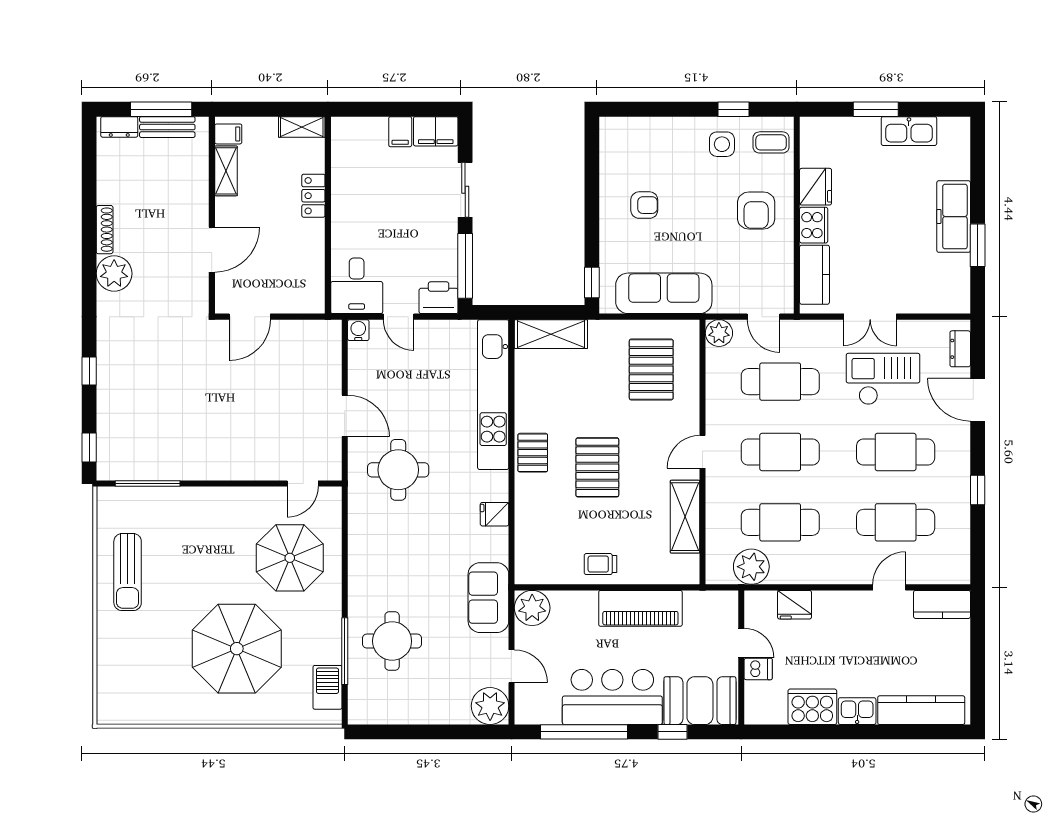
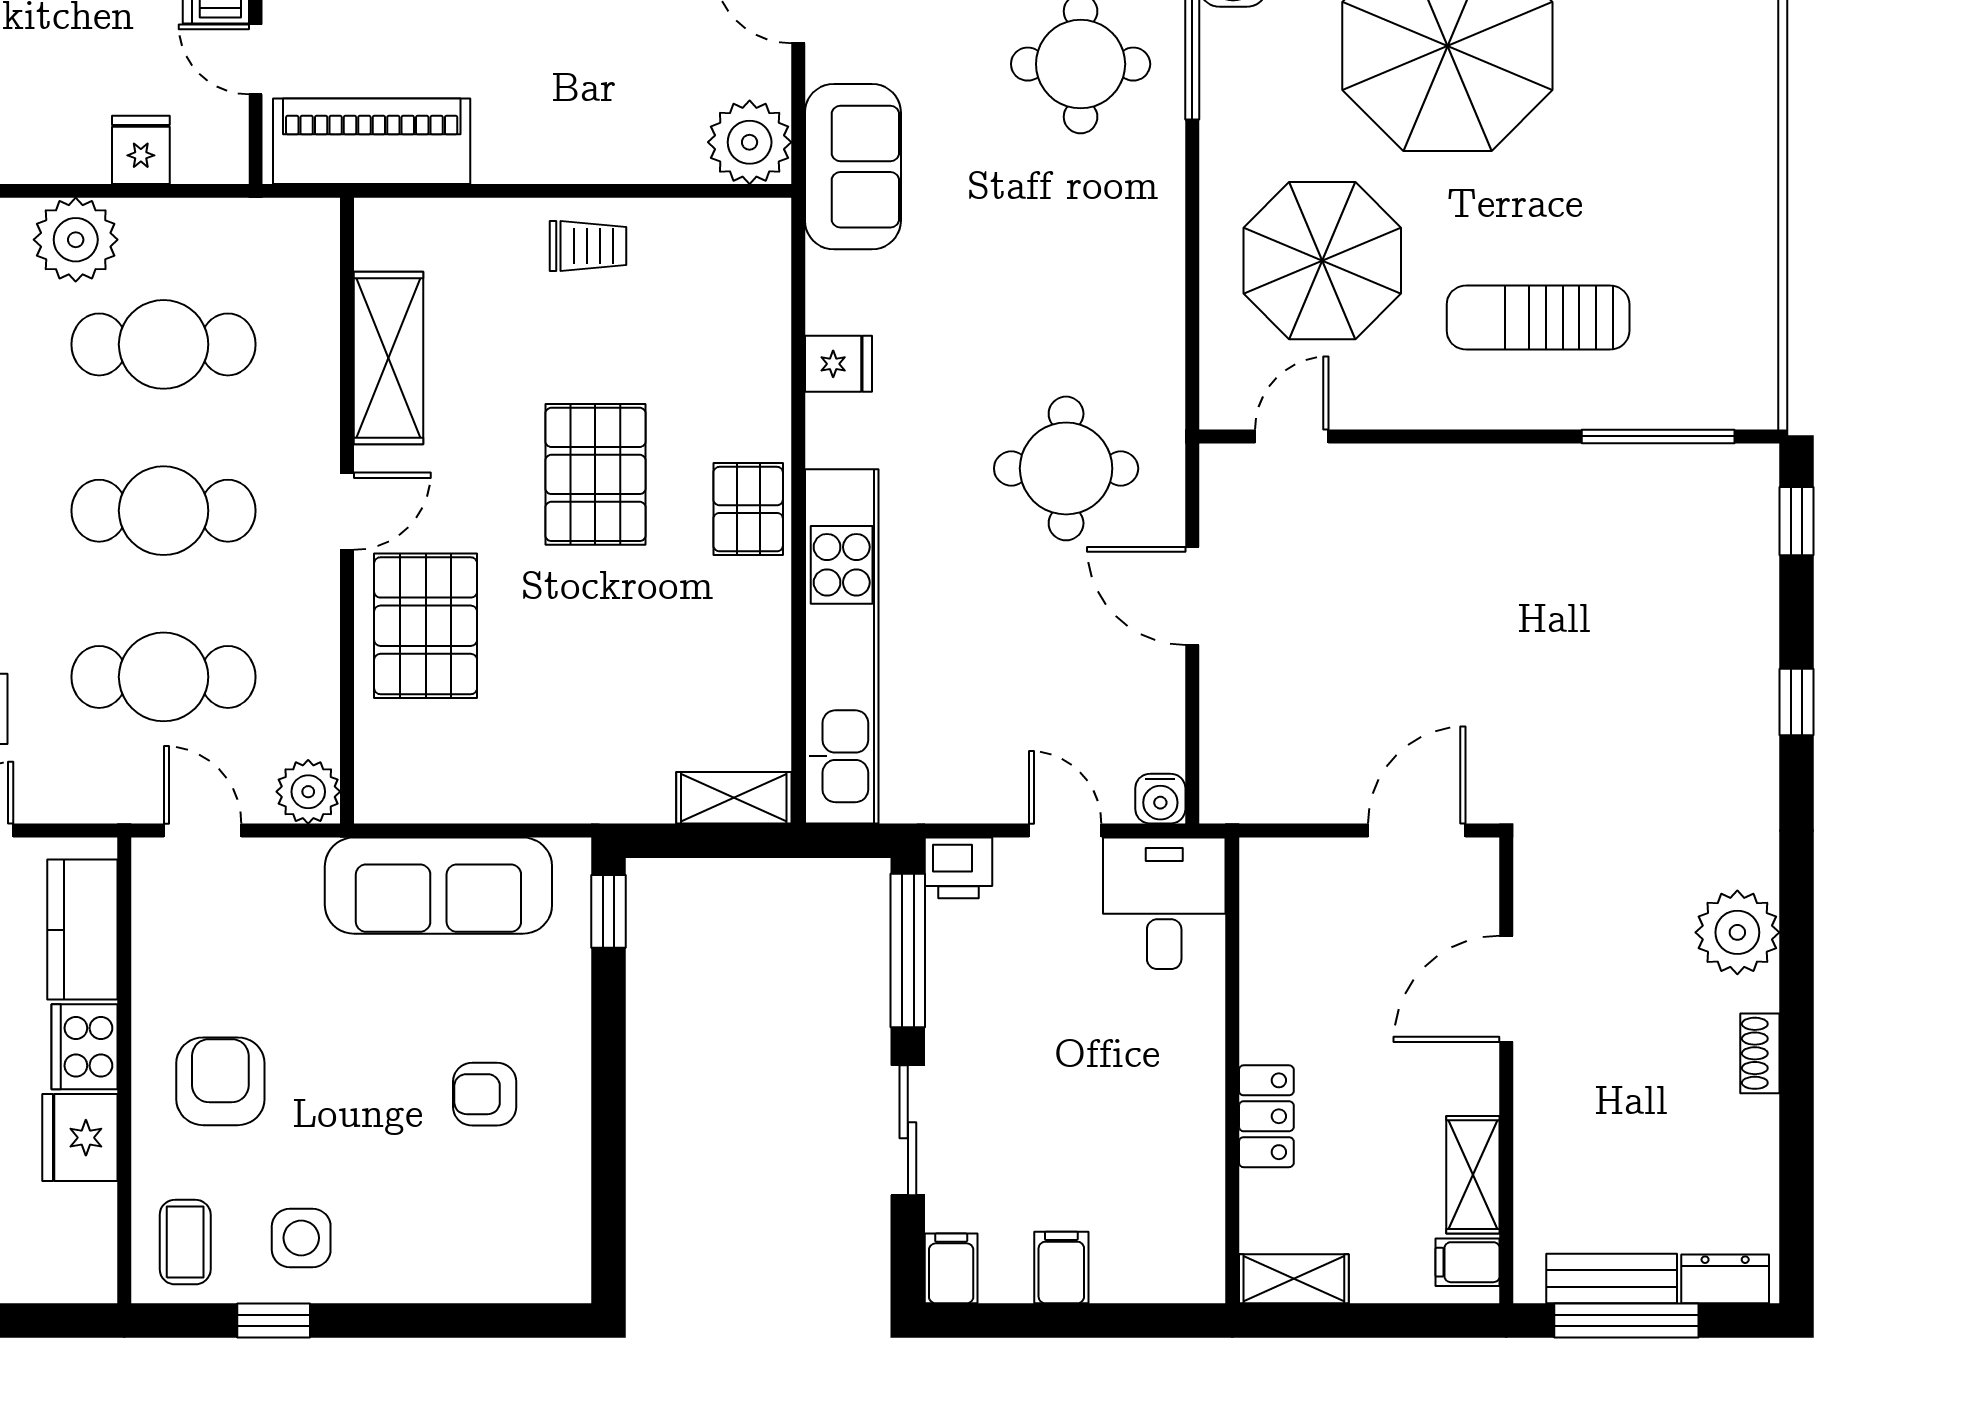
filing cabinet: (436, 131) -> (951, 1268), width x0.50
coffee table: (771, 142) -> (185, 1242), turned 90
shoe rack: (105, 230) -> (1760, 1053), width x0.70
printer: (439, 298) -> (959, 868), width x0.73, depth x0.81
shelving: (551, 334) -> (734, 798), width x0.67, depth x0.75
pallet: (651, 369) -> (426, 626), moved
plant: (751, 567) -> (76, 240), moved
sun lounger: (128, 572) -> (1538, 318), moved, turned -90
fridge: (794, 605) -> (141, 150), width x0.72
piano: (640, 608) -> (372, 141), moved

